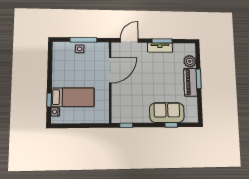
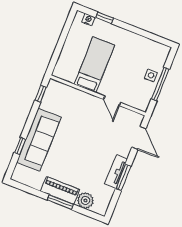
door: (110, 70) -> (112, 101), width x0.53
bed: (73, 97) -> (94, 65), moved, turned 180
sofa: (167, 113) -> (39, 140), width x1.36

